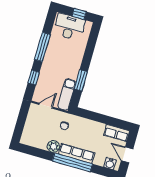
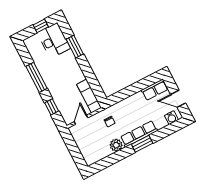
desk: (69, 27) -> (54, 41), moved, turned 90
window: (81, 80) -> (75, 47), moved
window: (72, 162) -> (142, 144), width x0.47

